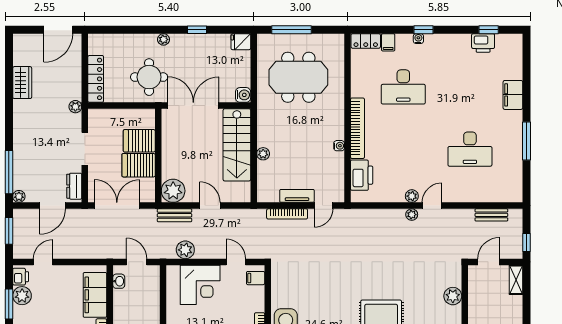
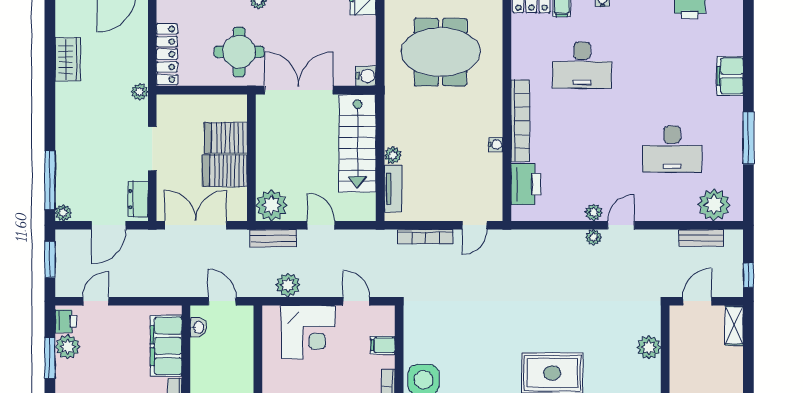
plant: (501, 190) -> (714, 205), added
tv unit: (297, 196) -> (393, 189), moved, turned 90
filing cabinet: (256, 278) -> (383, 345), moved

